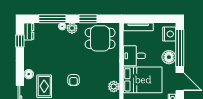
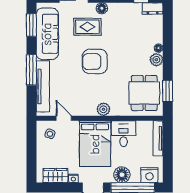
window: (52, 19) -> (168, 36), removed
window: (88, 19) -> (168, 91), moved
armchair: (73, 80) -> (95, 61), width x1.88, depth x1.88
plant: (114, 87) -> (103, 109), moved

